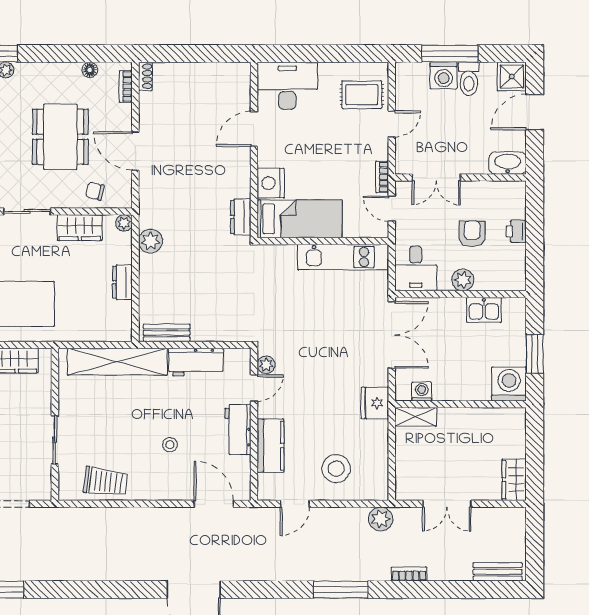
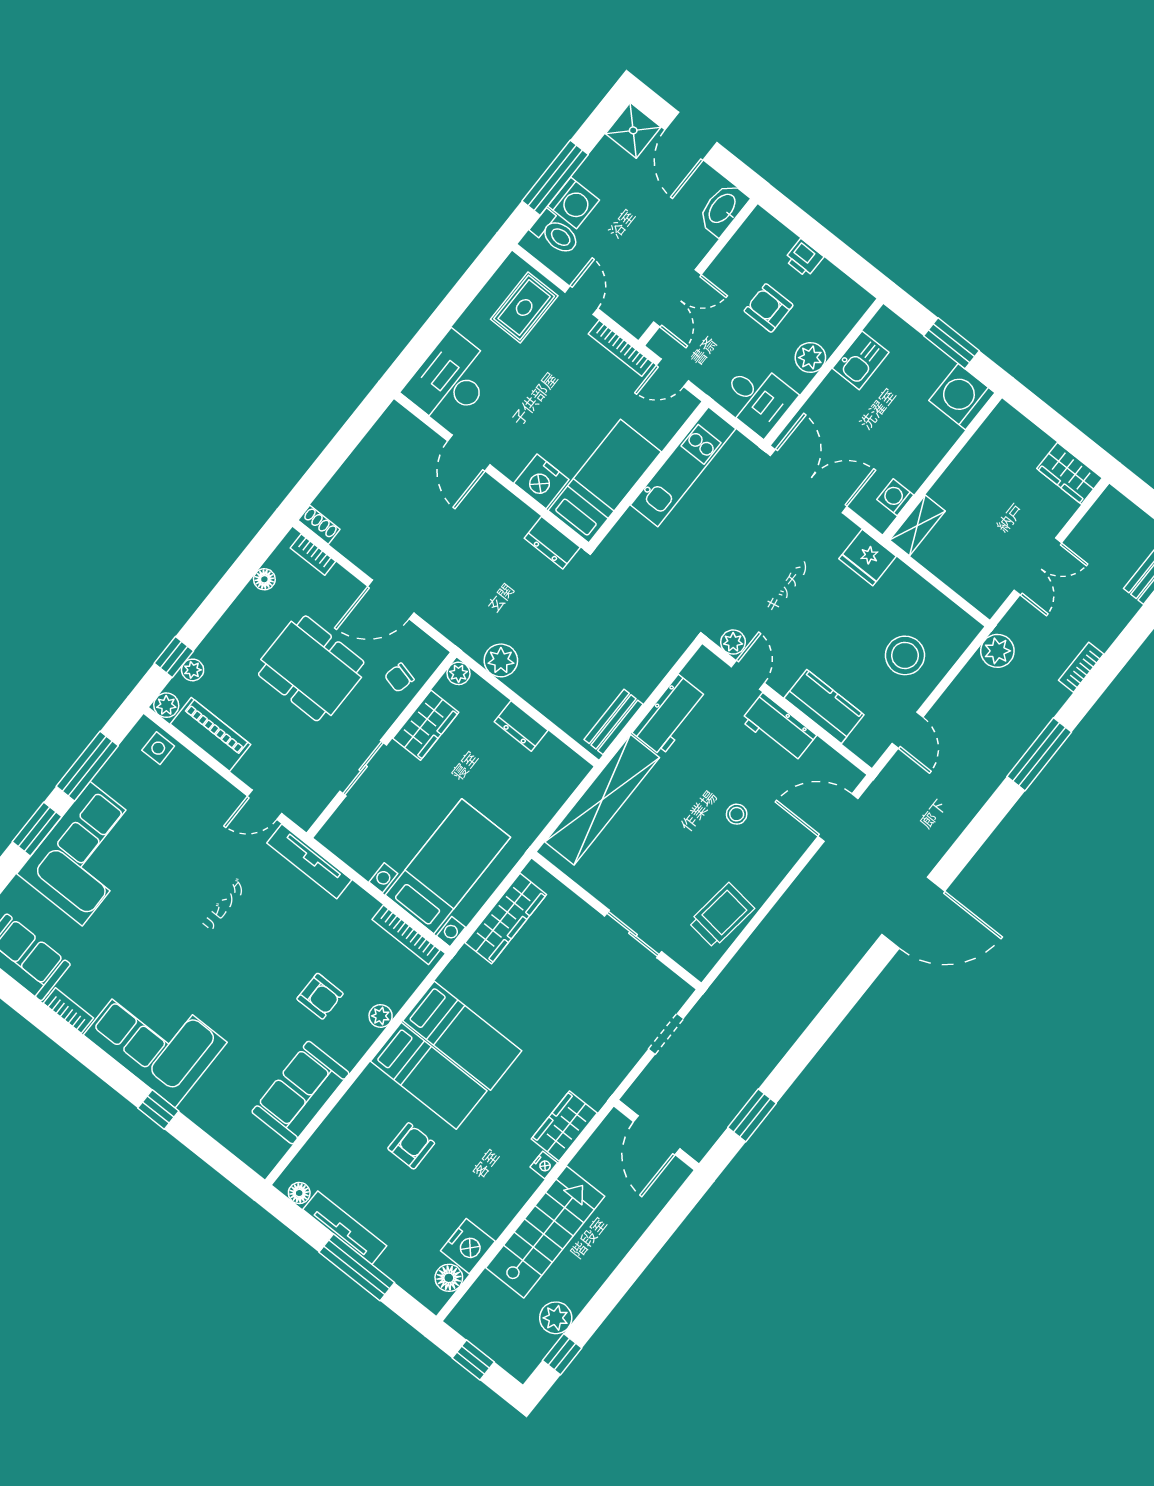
toilet: (469, 79) -> (556, 233), moved
bookcase: (382, 177) -> (620, 348), width x1.56

